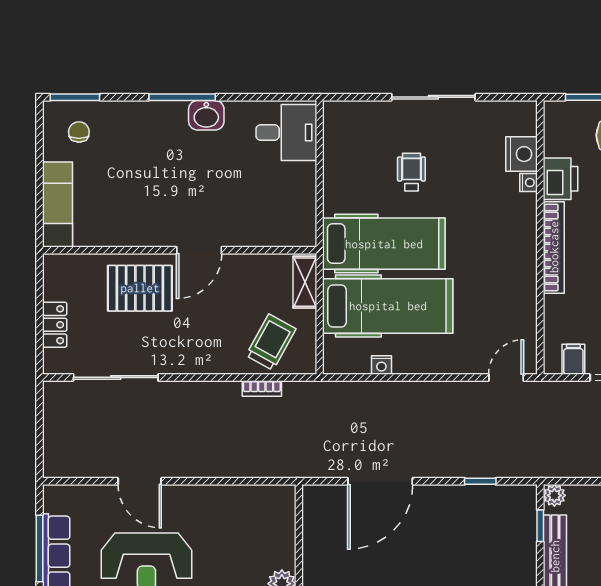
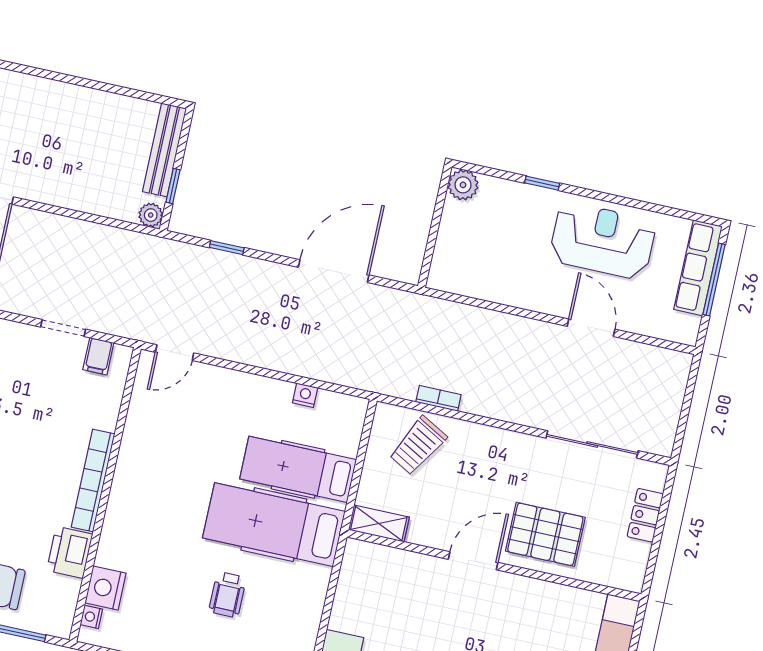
nightstand: (528, 183) -> (91, 617), moved
shelving: (305, 282) -> (379, 523), moved, turned 90
hospital bed: (388, 306) -> (298, 469), width x0.73, depth x0.78

